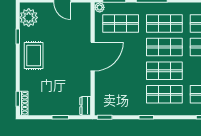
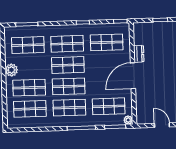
shop shelf: (121, 94) -> (107, 42), added
dresser: (85, 106) -> (139, 54), moved

